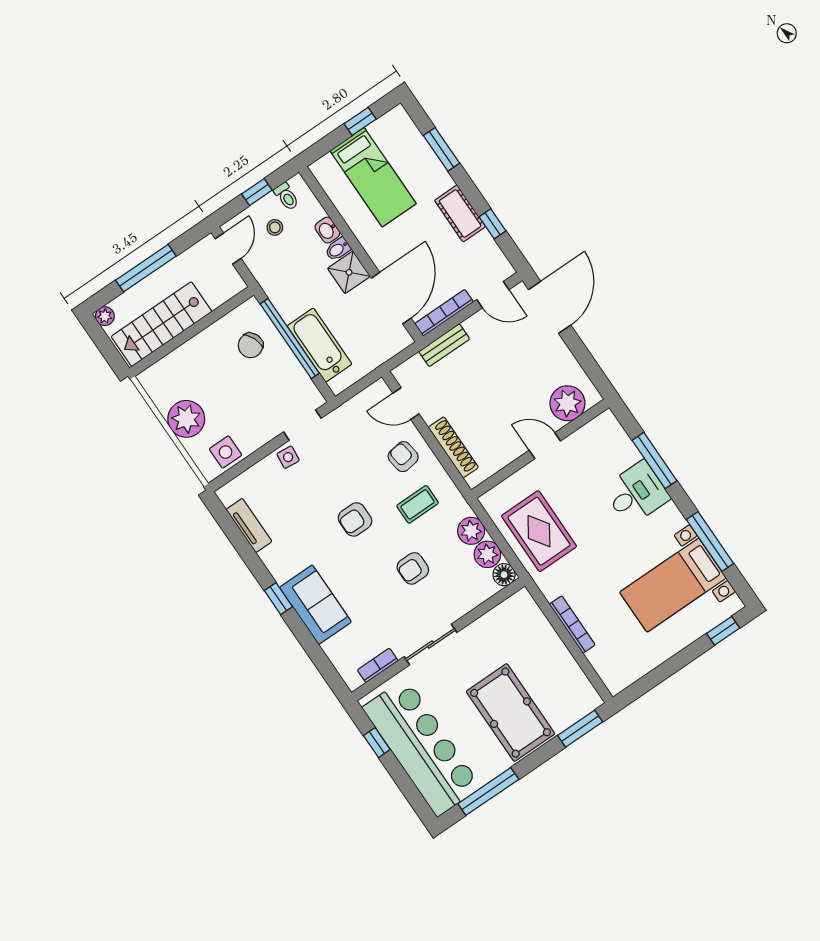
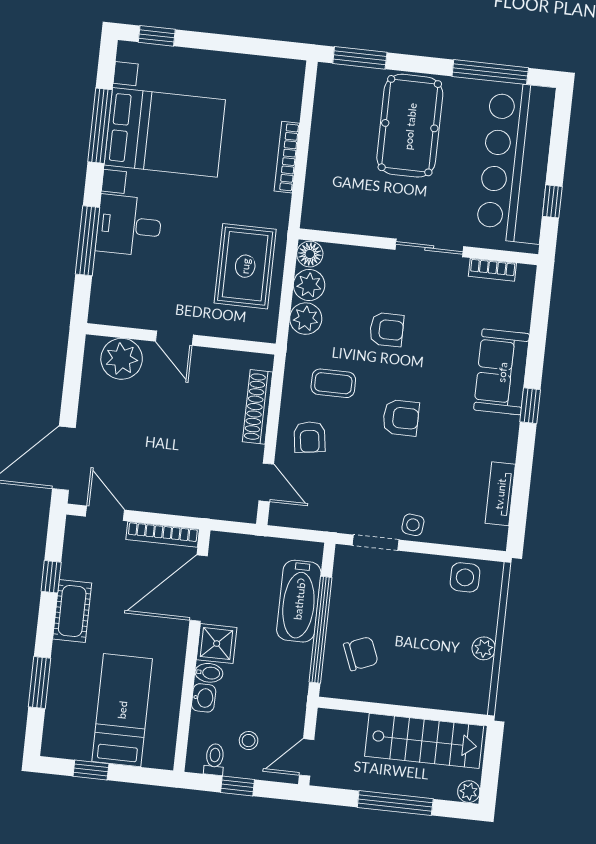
bench: (444, 345) -> (187, 505), removed
plant: (186, 419) -> (484, 648), width x0.53, depth x0.53
bed with nightstands: (673, 585) -> (165, 132), width x1.36

